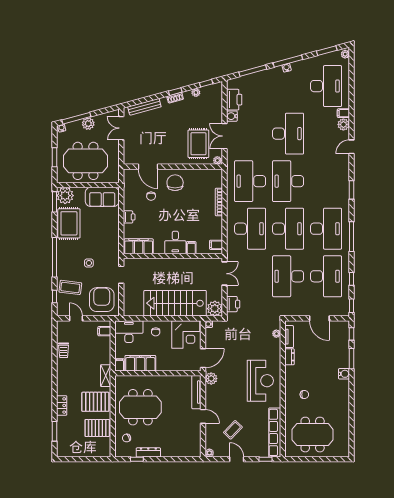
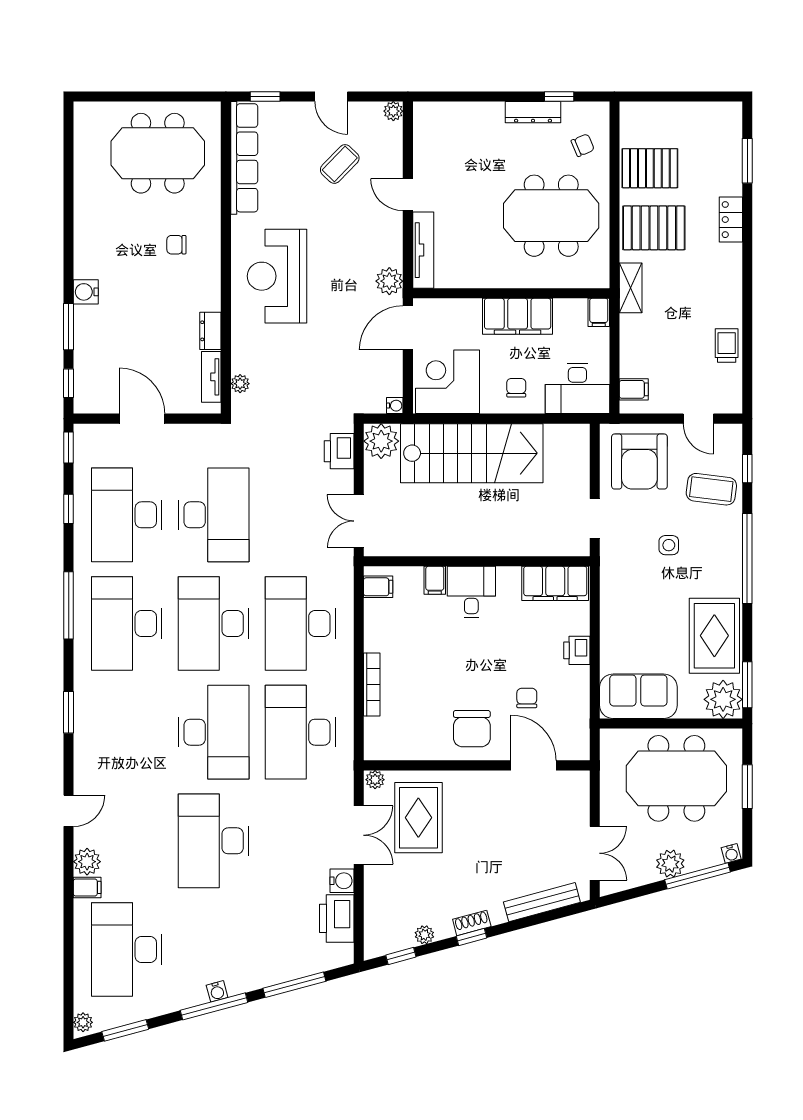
desk: (250, 181) -> (300, 732), turned 180
filing cabinet: (140, 363) -> (518, 316), moved

